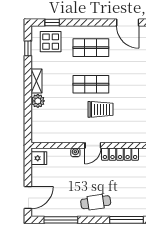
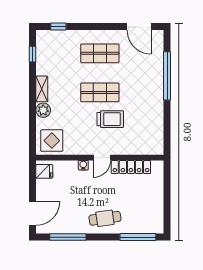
display table: (51, 42) -> (52, 141), moved

